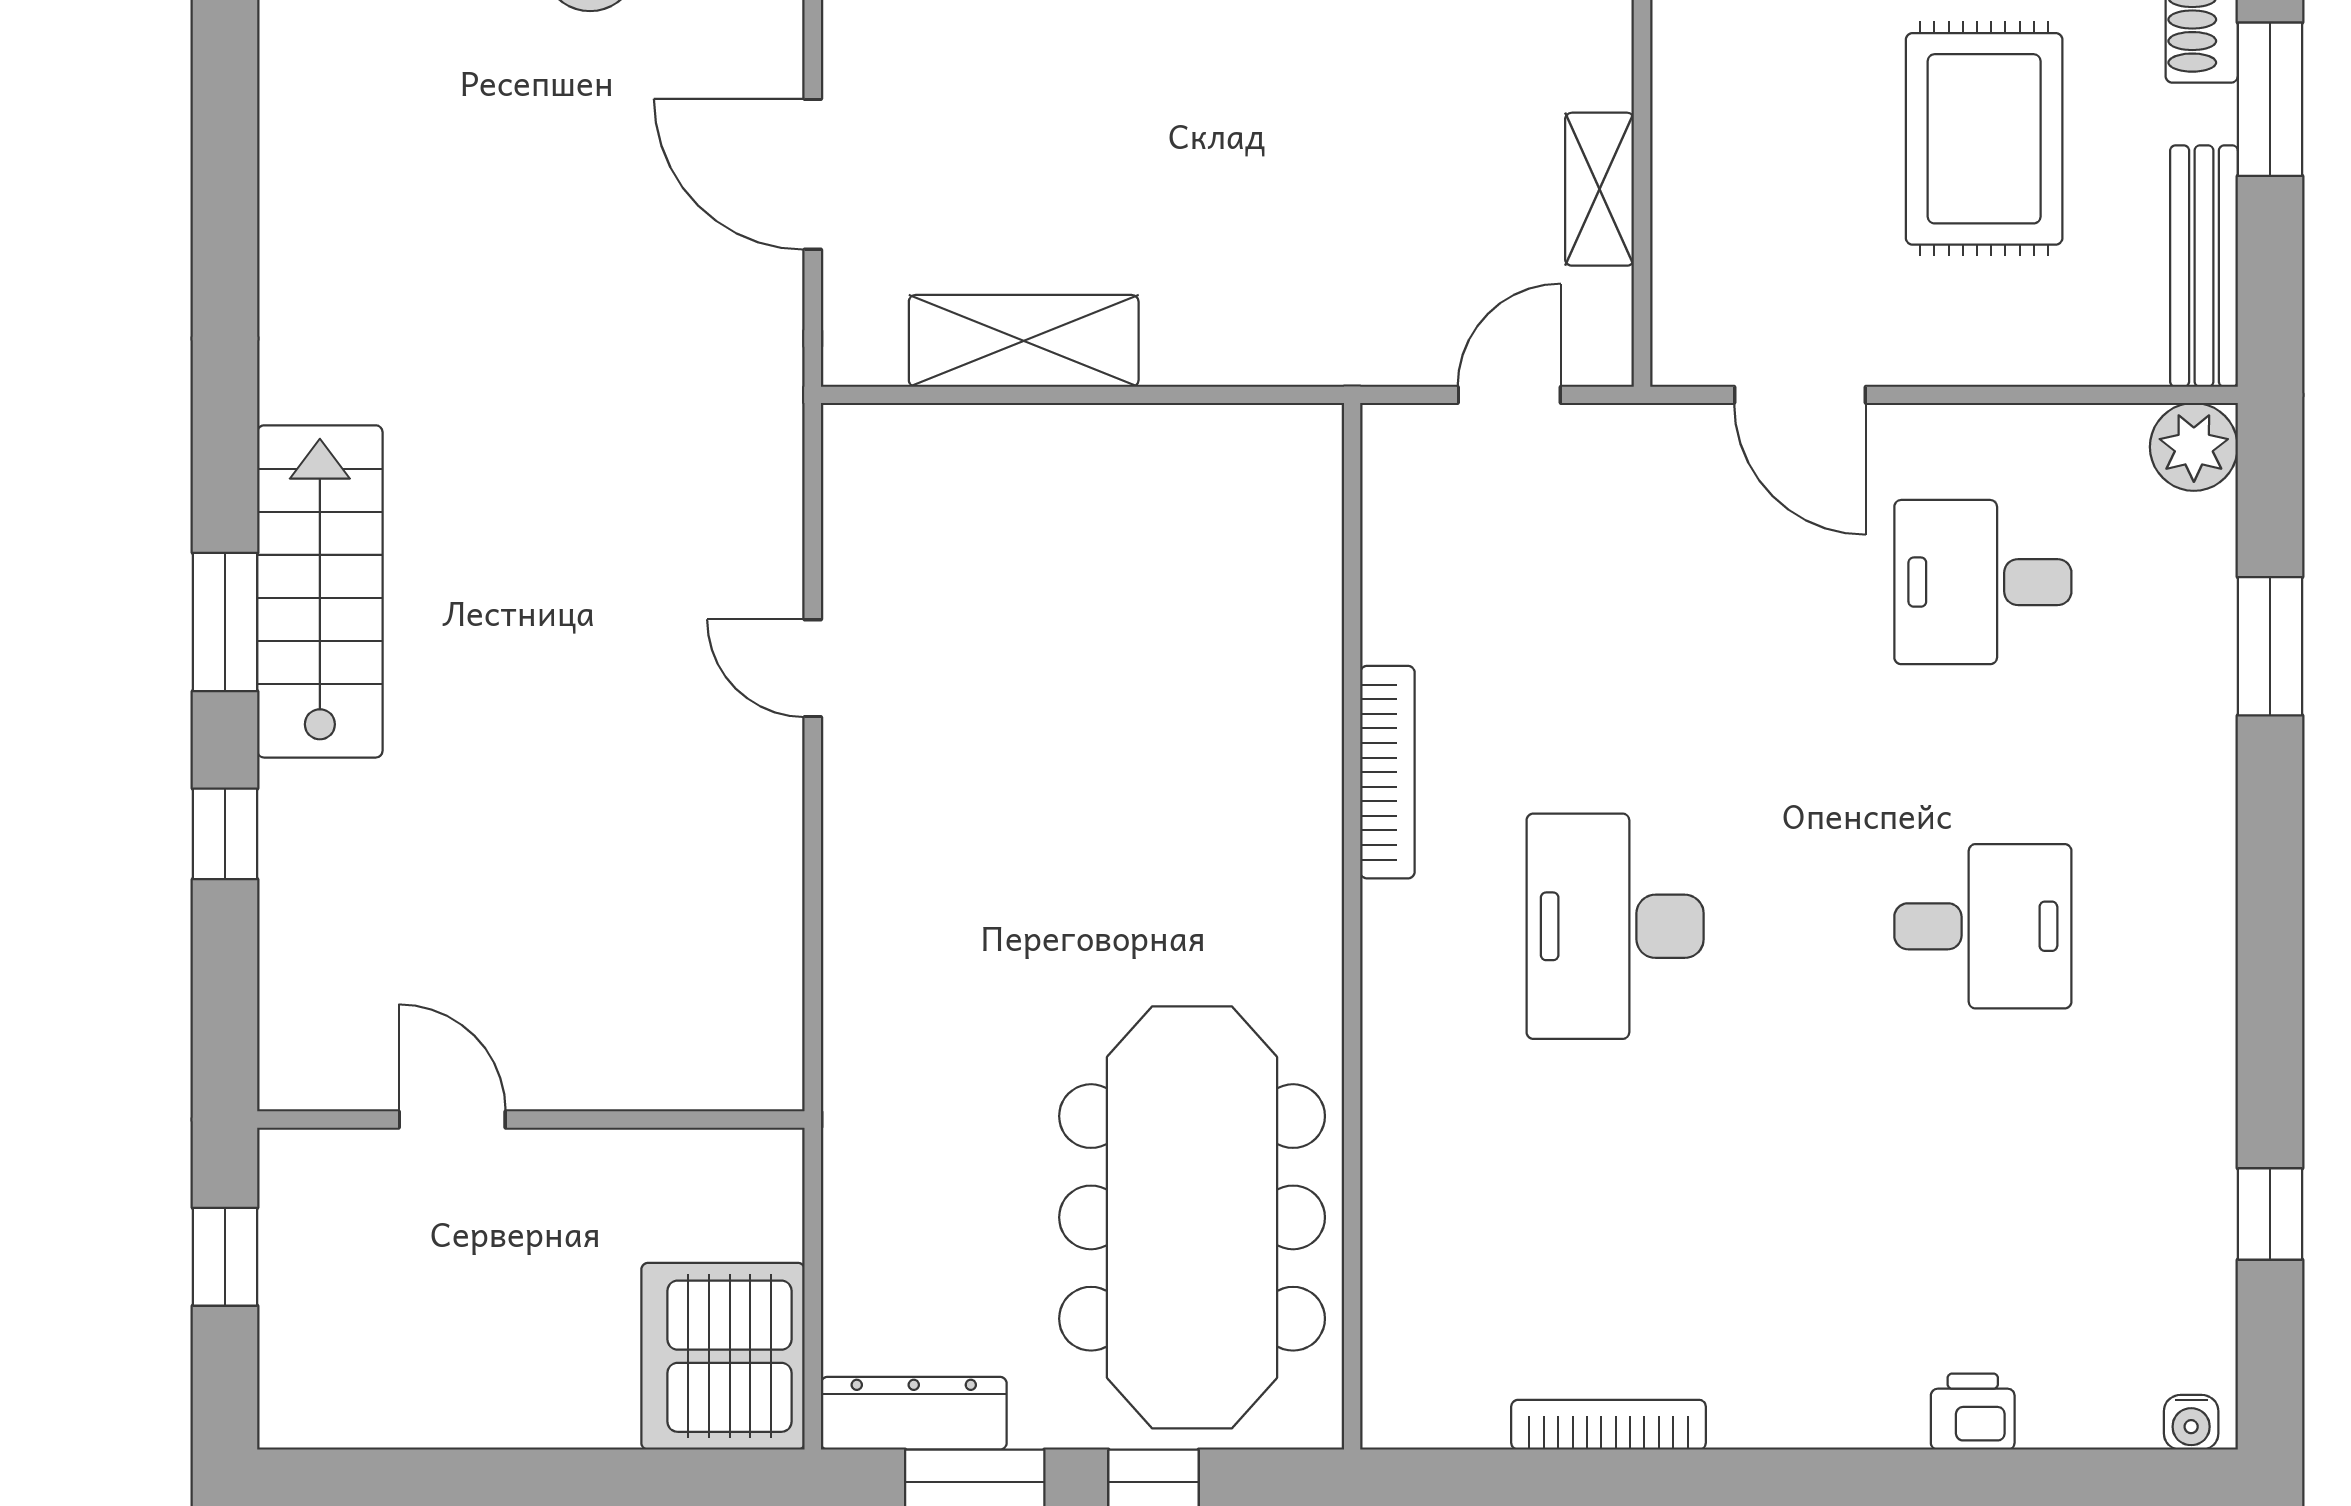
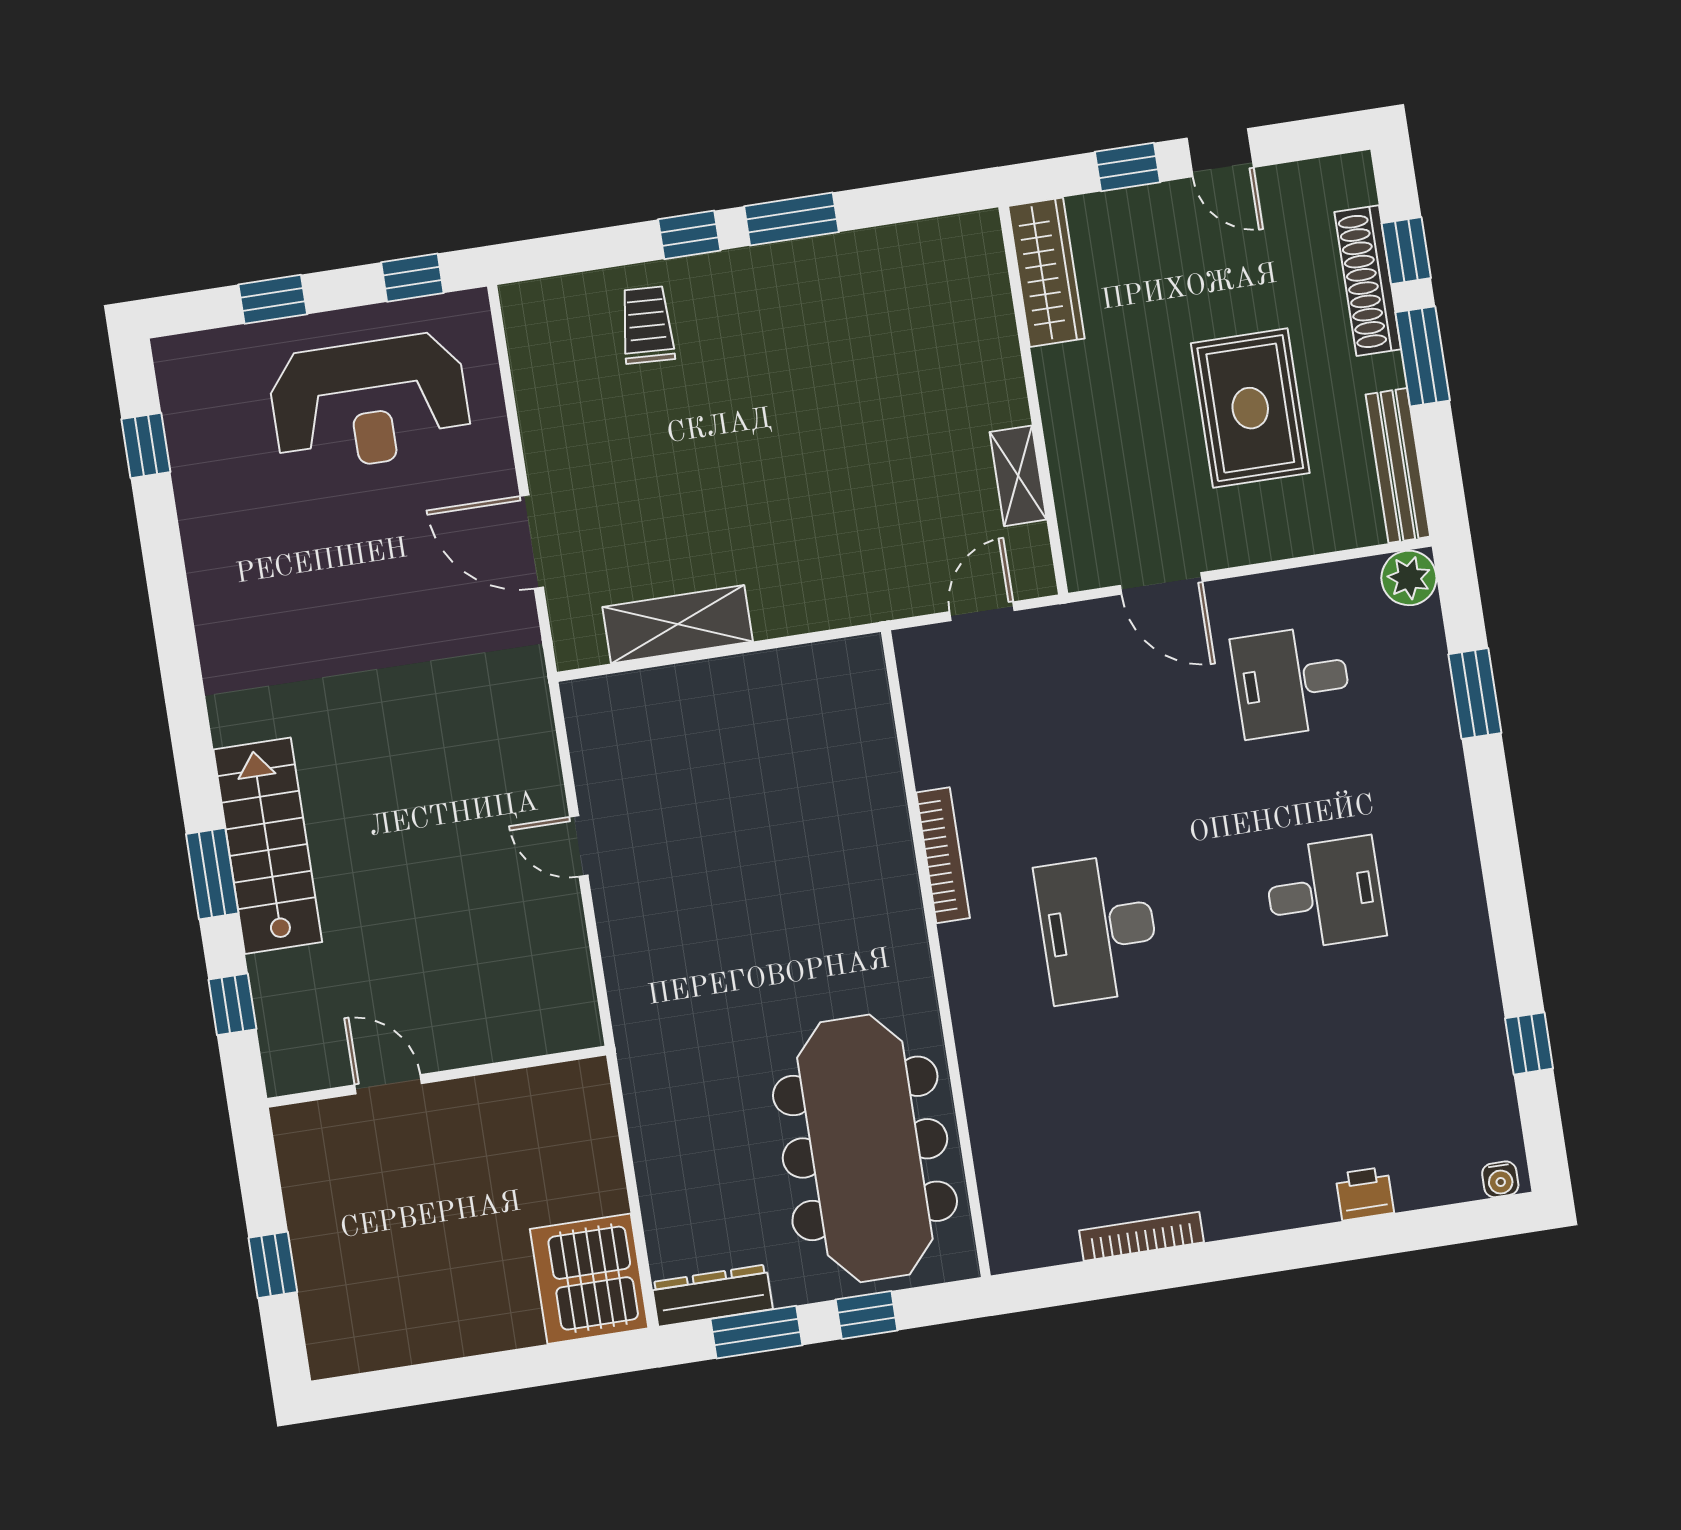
door: (452, 1119) -> (388, 1084), moved
wall: (531, 1119) -> (437, 1077), moved

